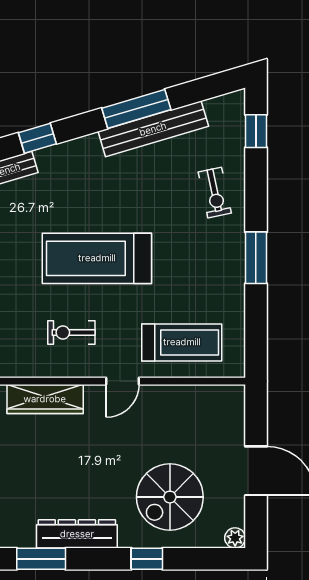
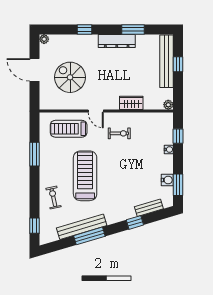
treadmill: (97, 258) -> (85, 176), moved, turned -90
window: (256, 258) -> (35, 154), moved
door: (122, 381) -> (96, 111), swing flipped
wardrobe: (45, 399) -> (131, 103), width x0.67
spiral stairs: (170, 497) -> (70, 77), moved, turned -90

